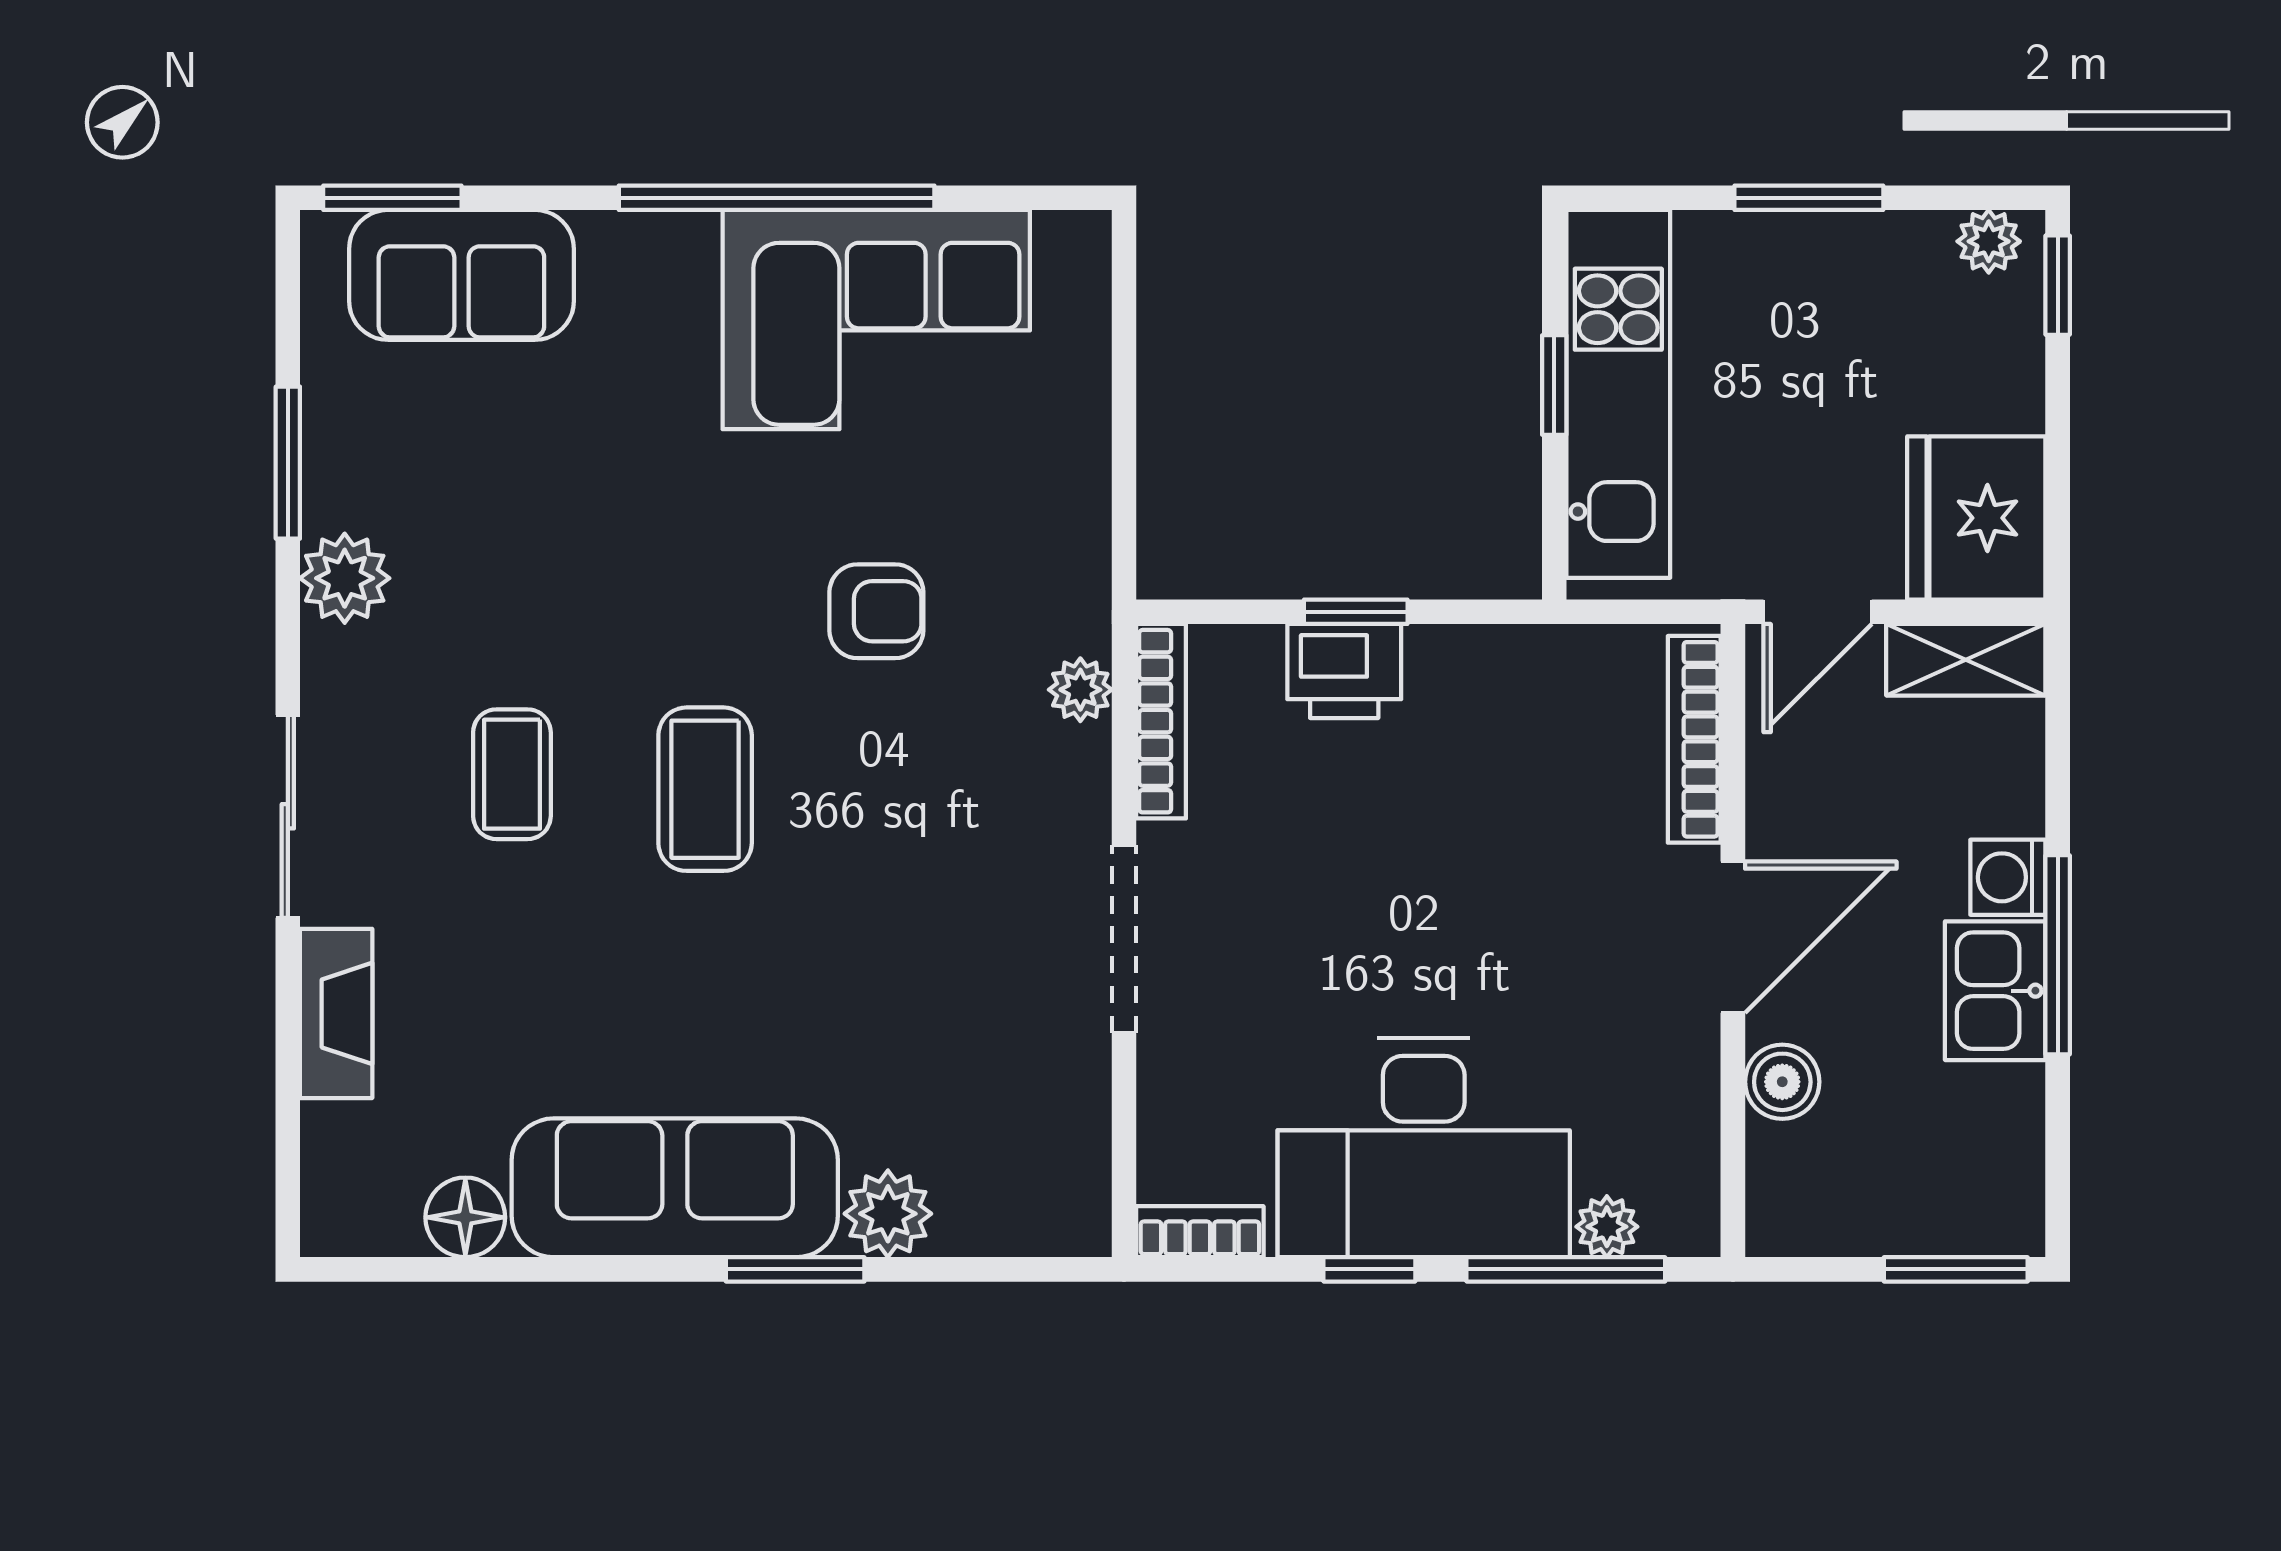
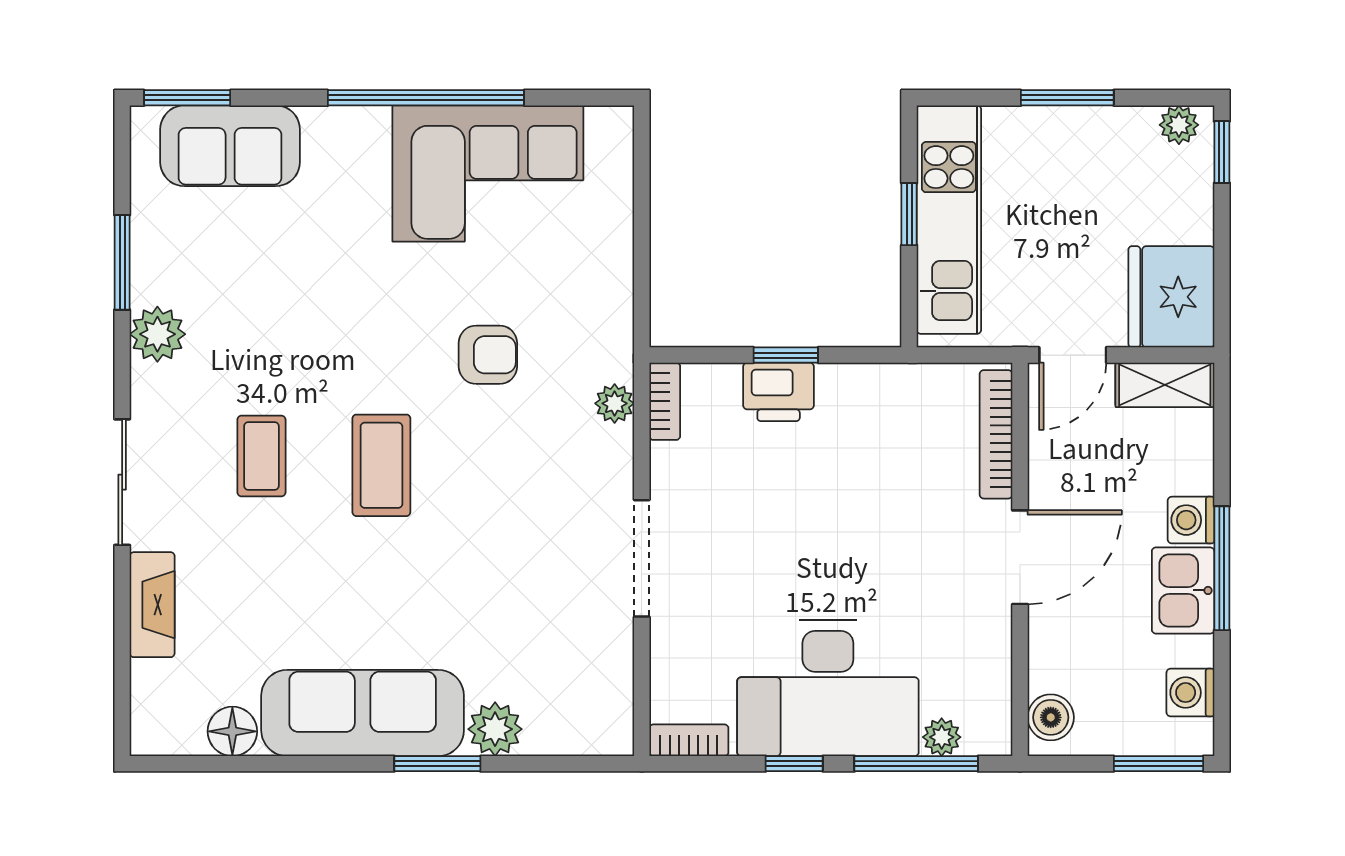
bookcase: (1161, 721) -> (665, 401), width x0.64
boiler: (1782, 1082) -> (1051, 717), moved
washing machine: (2007, 1155) -> (1190, 693), added

